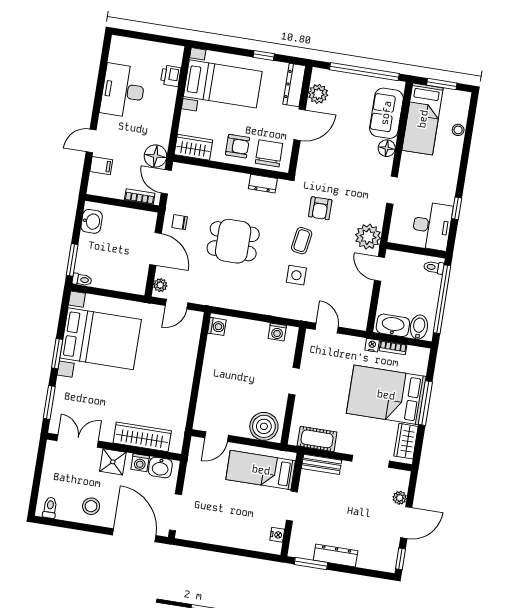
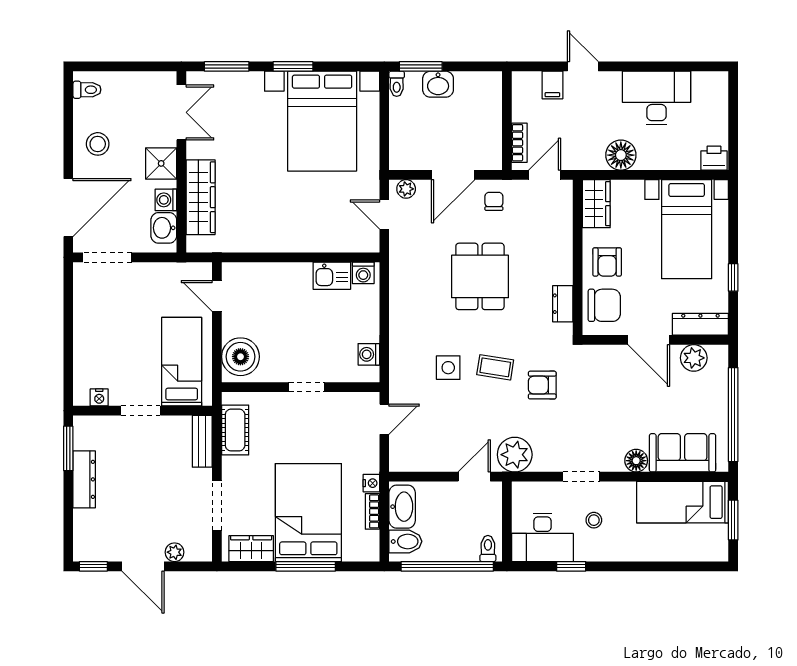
printer: (171, 76) -> (714, 158), moved
stool: (458, 130) -> (594, 520), moved
floor lamp: (155, 156) -> (621, 155), moved
washbasin: (92, 221) -> (438, 84), moved
kitchen sink: (215, 350) -> (332, 276), added

